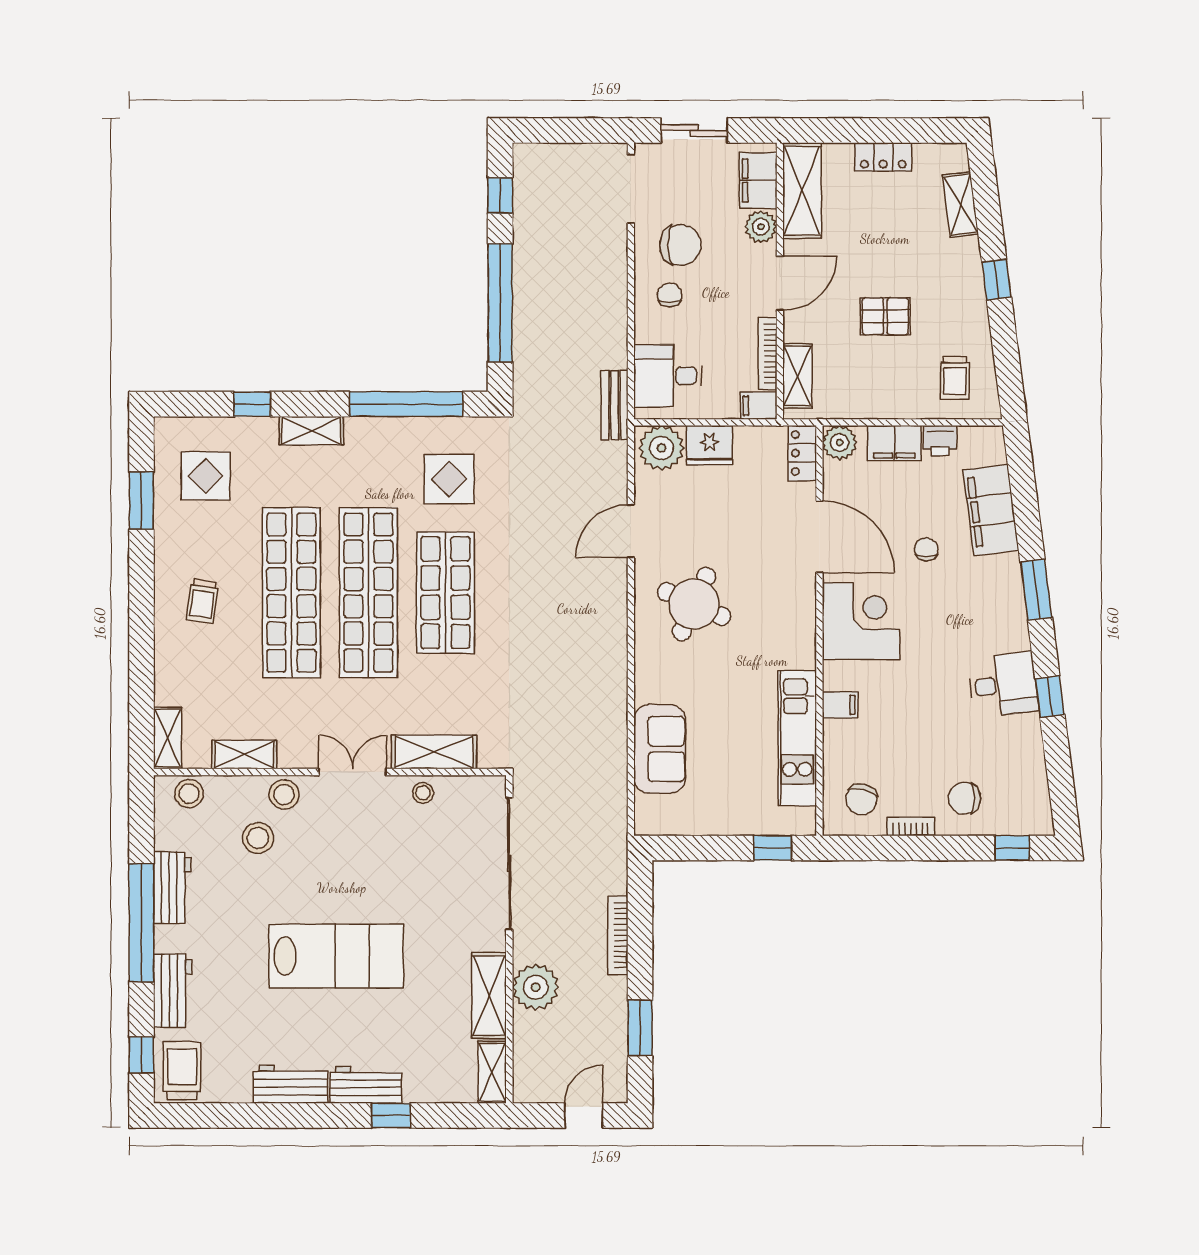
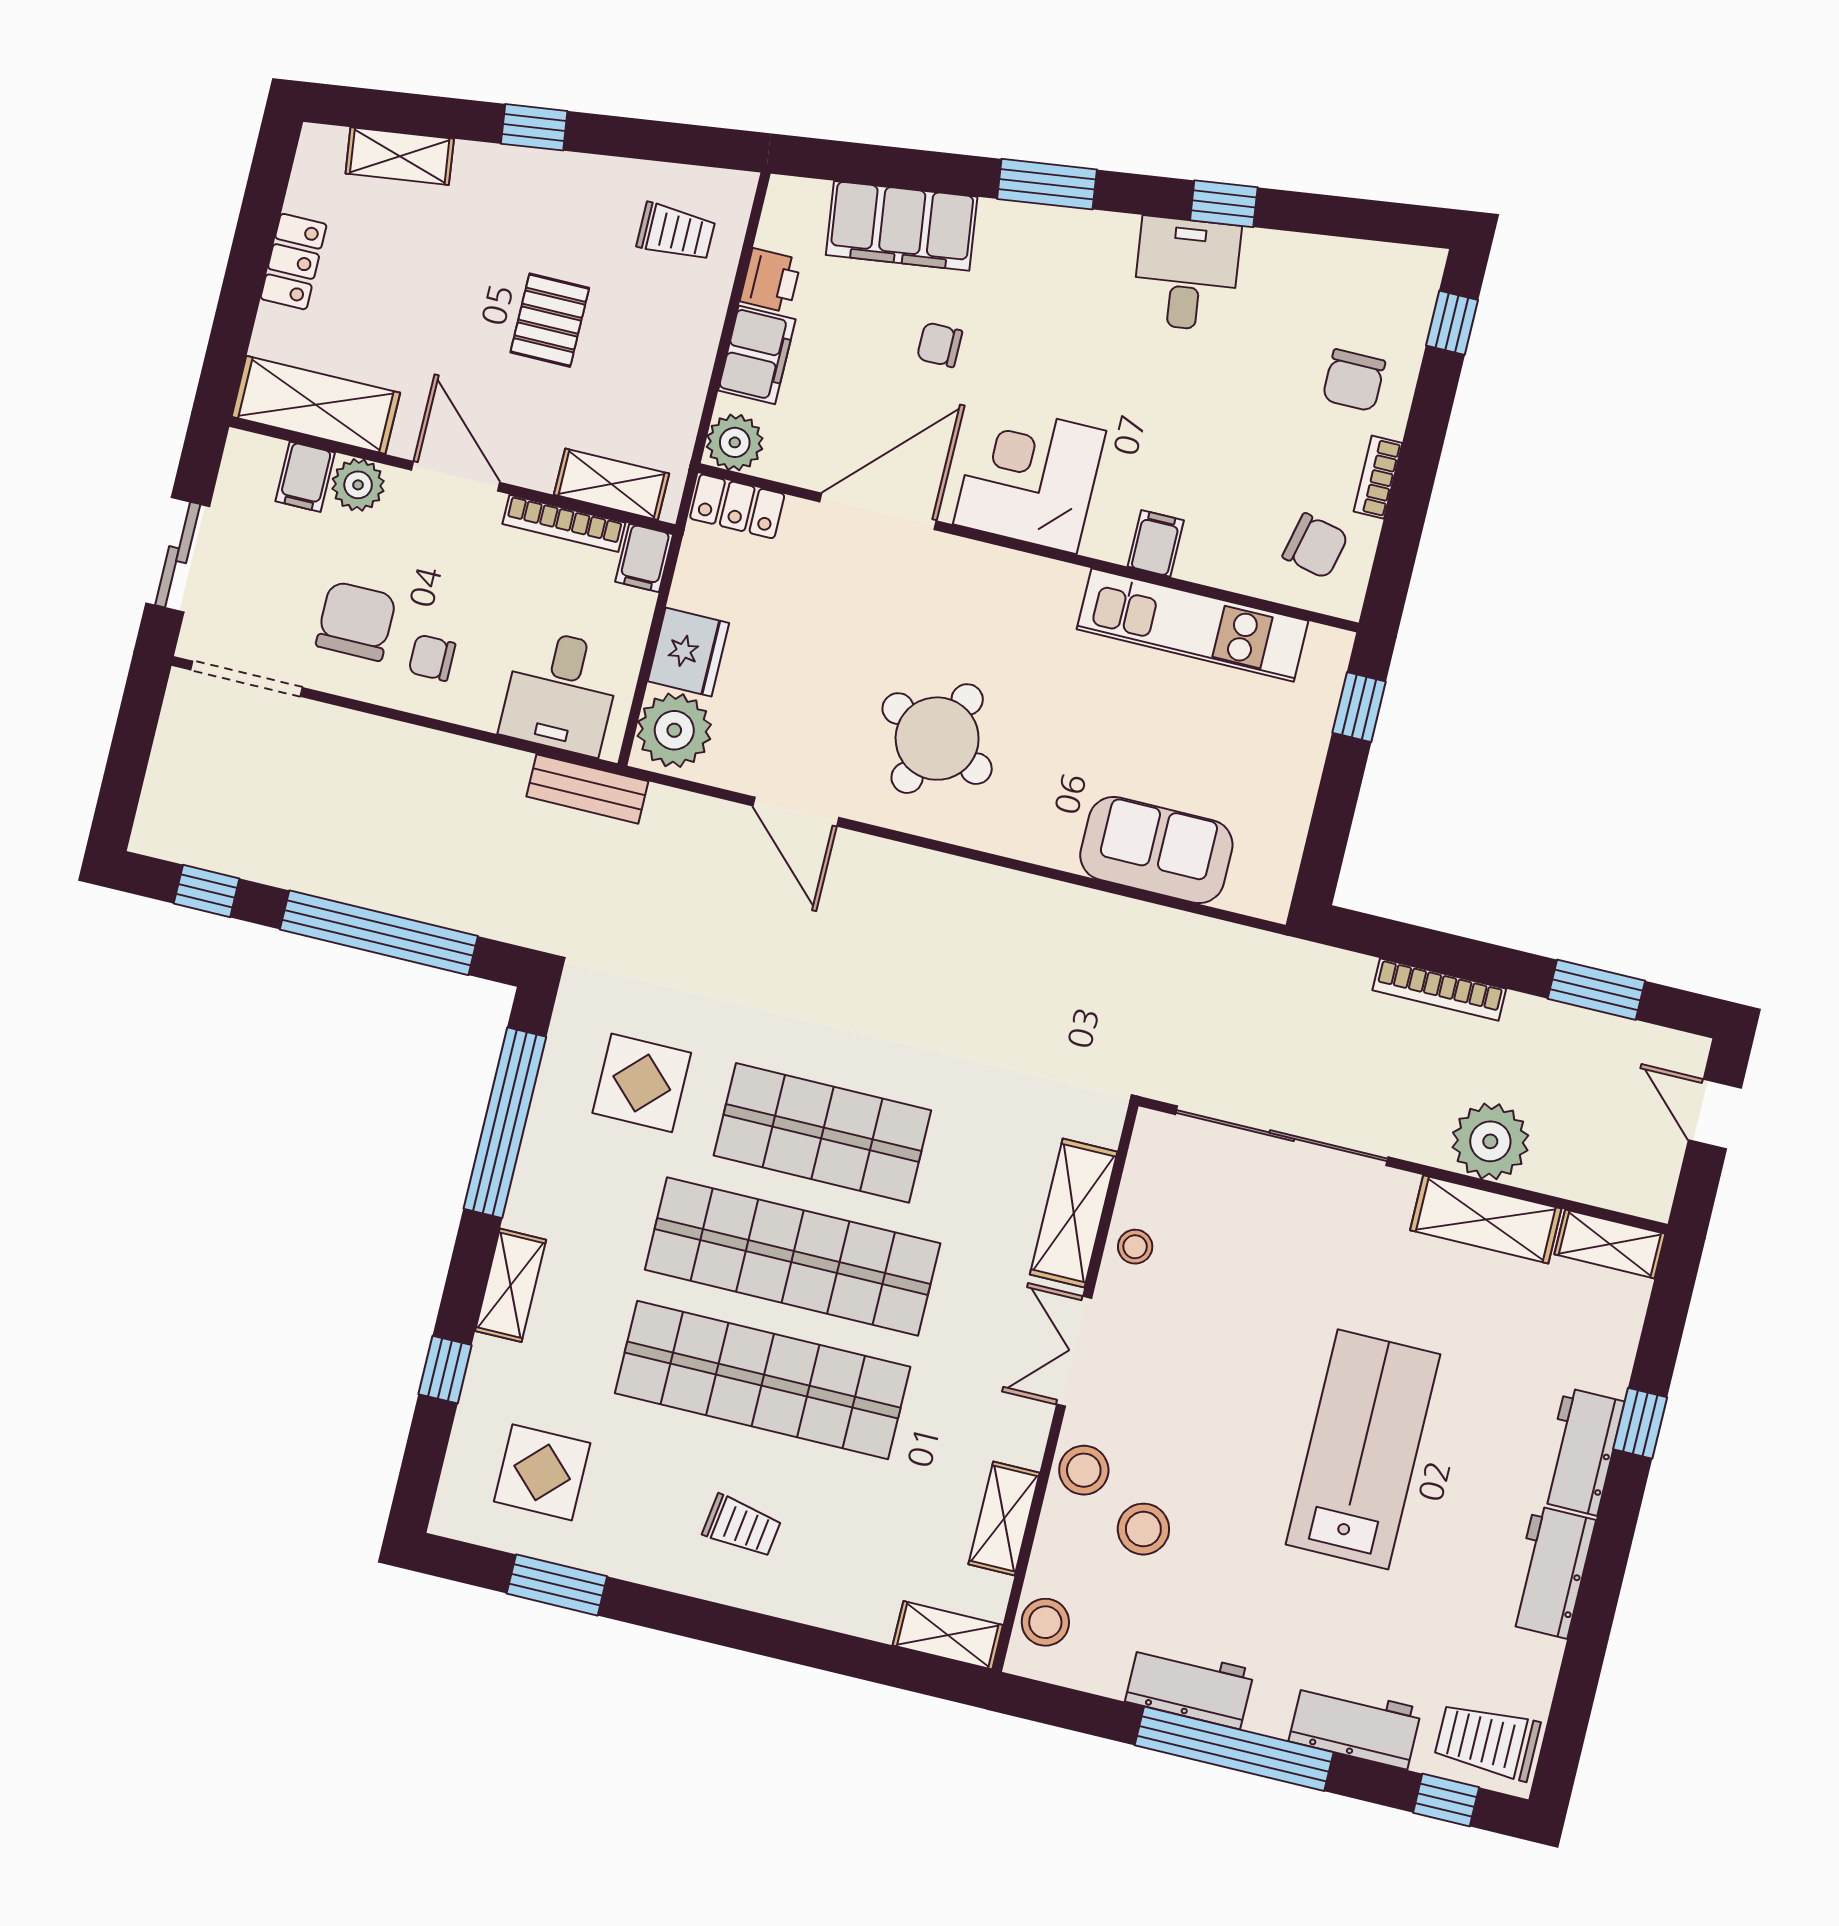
filing cabinet: (758, 180) -> (305, 477), width x0.50

